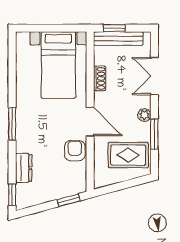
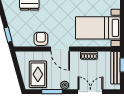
door: (90, 122) -> (60, 49), hinge flipped
armchair: (75, 151) -> (41, 39), turned -90

